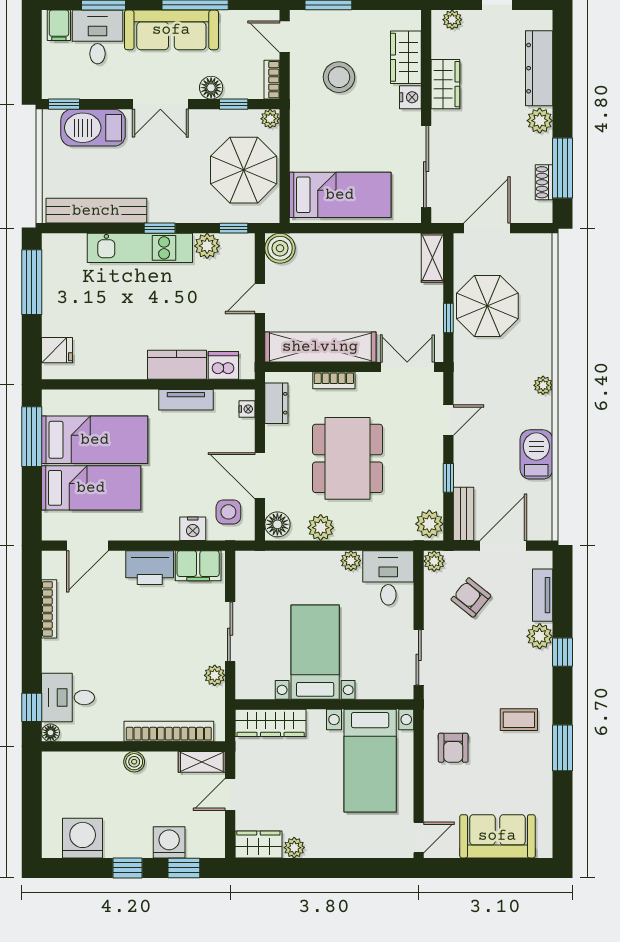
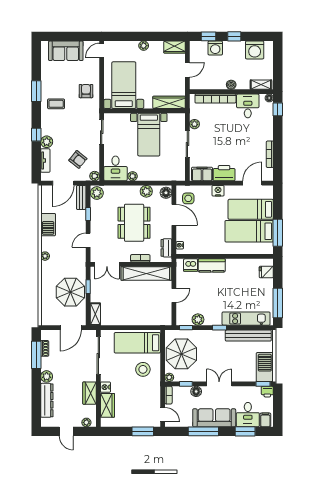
stool: (339, 77) -> (143, 369), moved
printer: (55, 87) -> (267, 392), added
barbecue: (93, 128) -> (265, 367), moved, turned -90
kitchen unit: (140, 248) -> (246, 319), moved
boiler: (280, 248) -> (165, 318), removed
tv unit: (186, 400) -> (208, 249), removed
nightstand: (193, 529) -> (218, 191), moved
desk: (68, 697) -> (248, 106), moved, turned -90
shelving: (202, 762) -> (261, 85), moved
plant: (294, 848) -> (144, 46), moved

